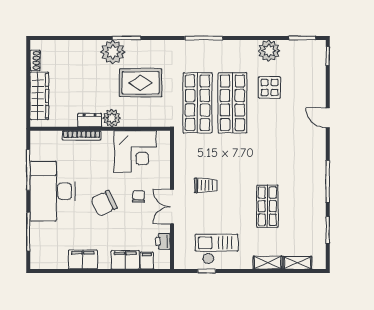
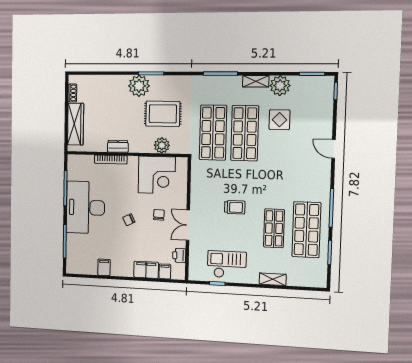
plant: (112, 118) -> (162, 145), moved
trolley: (206, 185) -> (235, 207), moved
chair: (104, 203) -> (129, 220), width x0.54, depth x0.54
shop shelf: (302, 206) -> (306, 230), added
filing cabinet: (83, 260) -> (104, 267), width x0.50
shelving: (297, 263) -> (256, 81), moved

